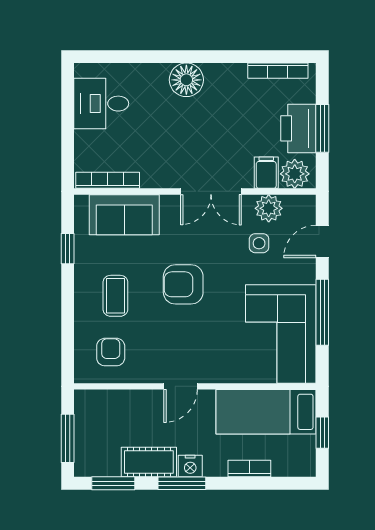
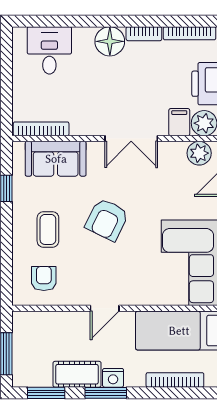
bookcase: (226, 71) -> (144, 34), added
desk: (101, 104) -> (49, 50), moved, turned 90
plant: (269, 208) -> (199, 153), moved
side table: (259, 243) -> (173, 184), removed
armchair: (183, 284) -> (107, 220), turned -64
bookcase: (249, 468) -> (175, 380), width x1.56

